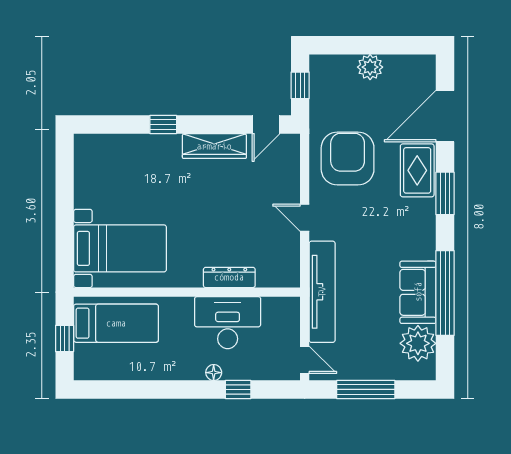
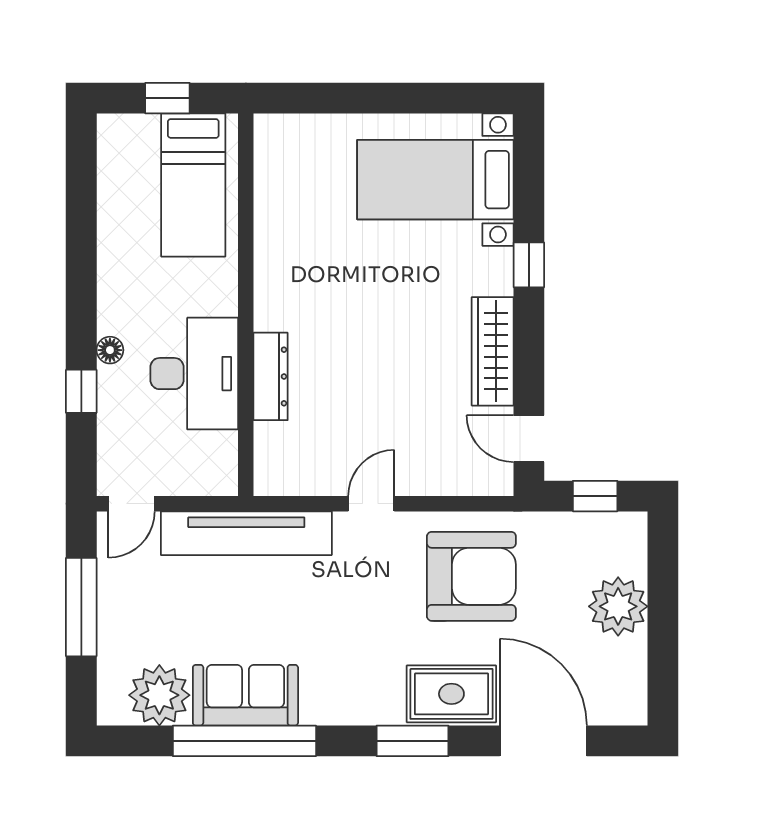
plant: (370, 67) -> (618, 606), width x1.36, depth x1.36
bed with nightstands: (120, 248) -> (435, 180), moved, turned 90

